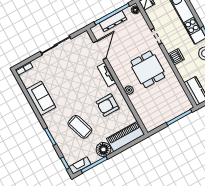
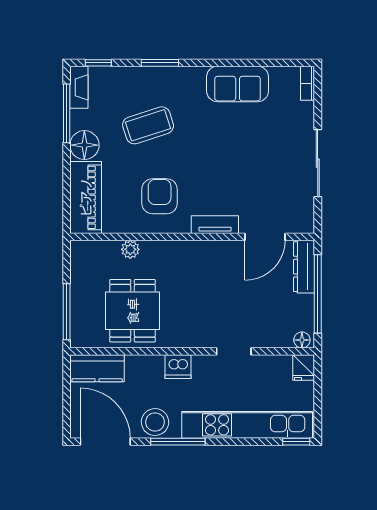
dresser: (113, 21) -> (304, 267), moved
door: (100, 50) -> (265, 237), hinge flipped
dining table: (148, 69) -> (133, 311), moved, turned 90
plant: (129, 90) -> (130, 249), moved

